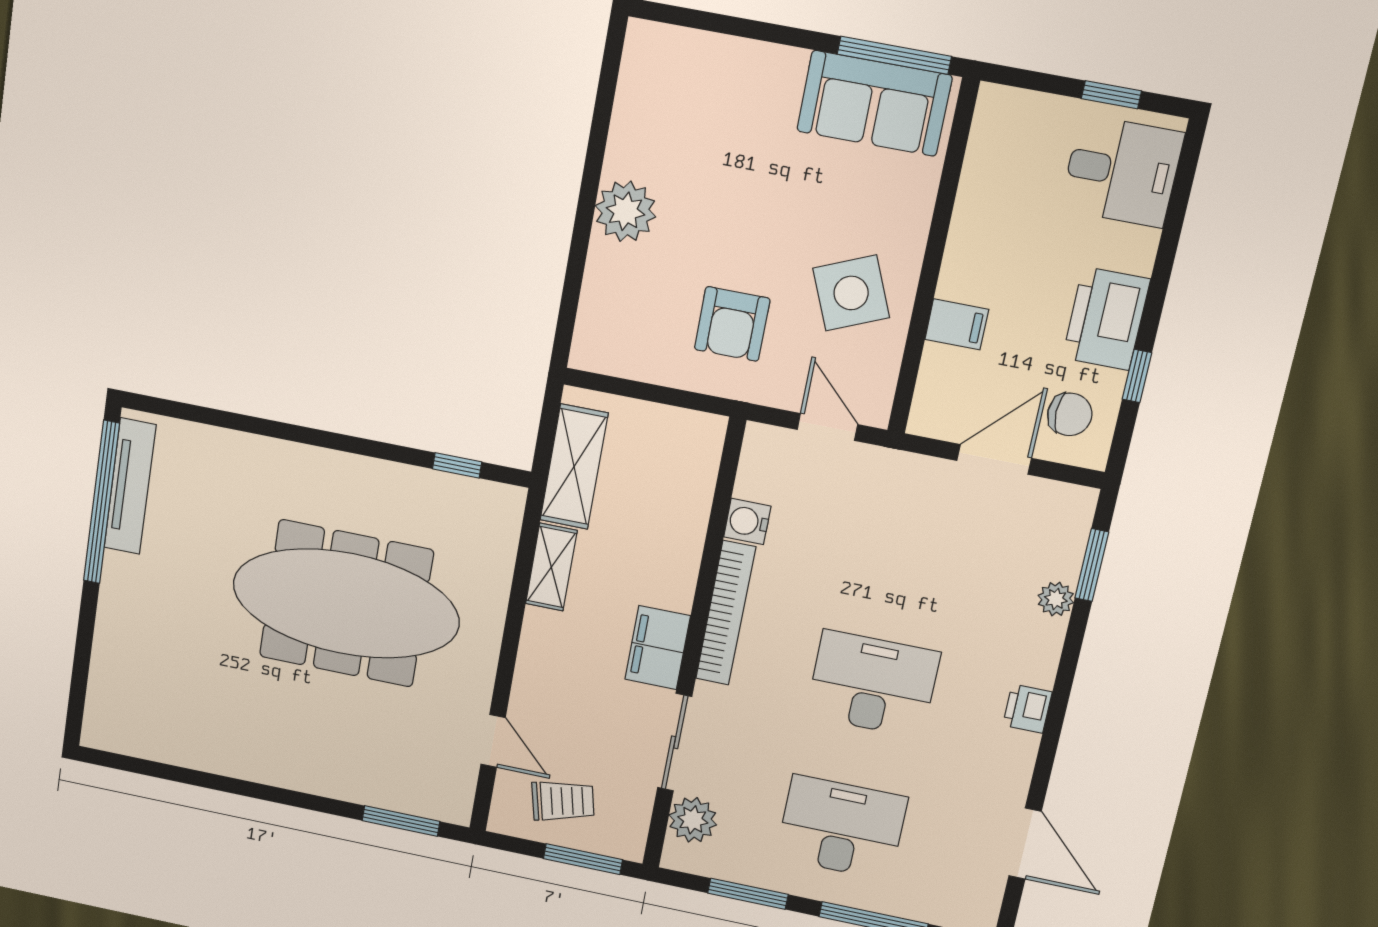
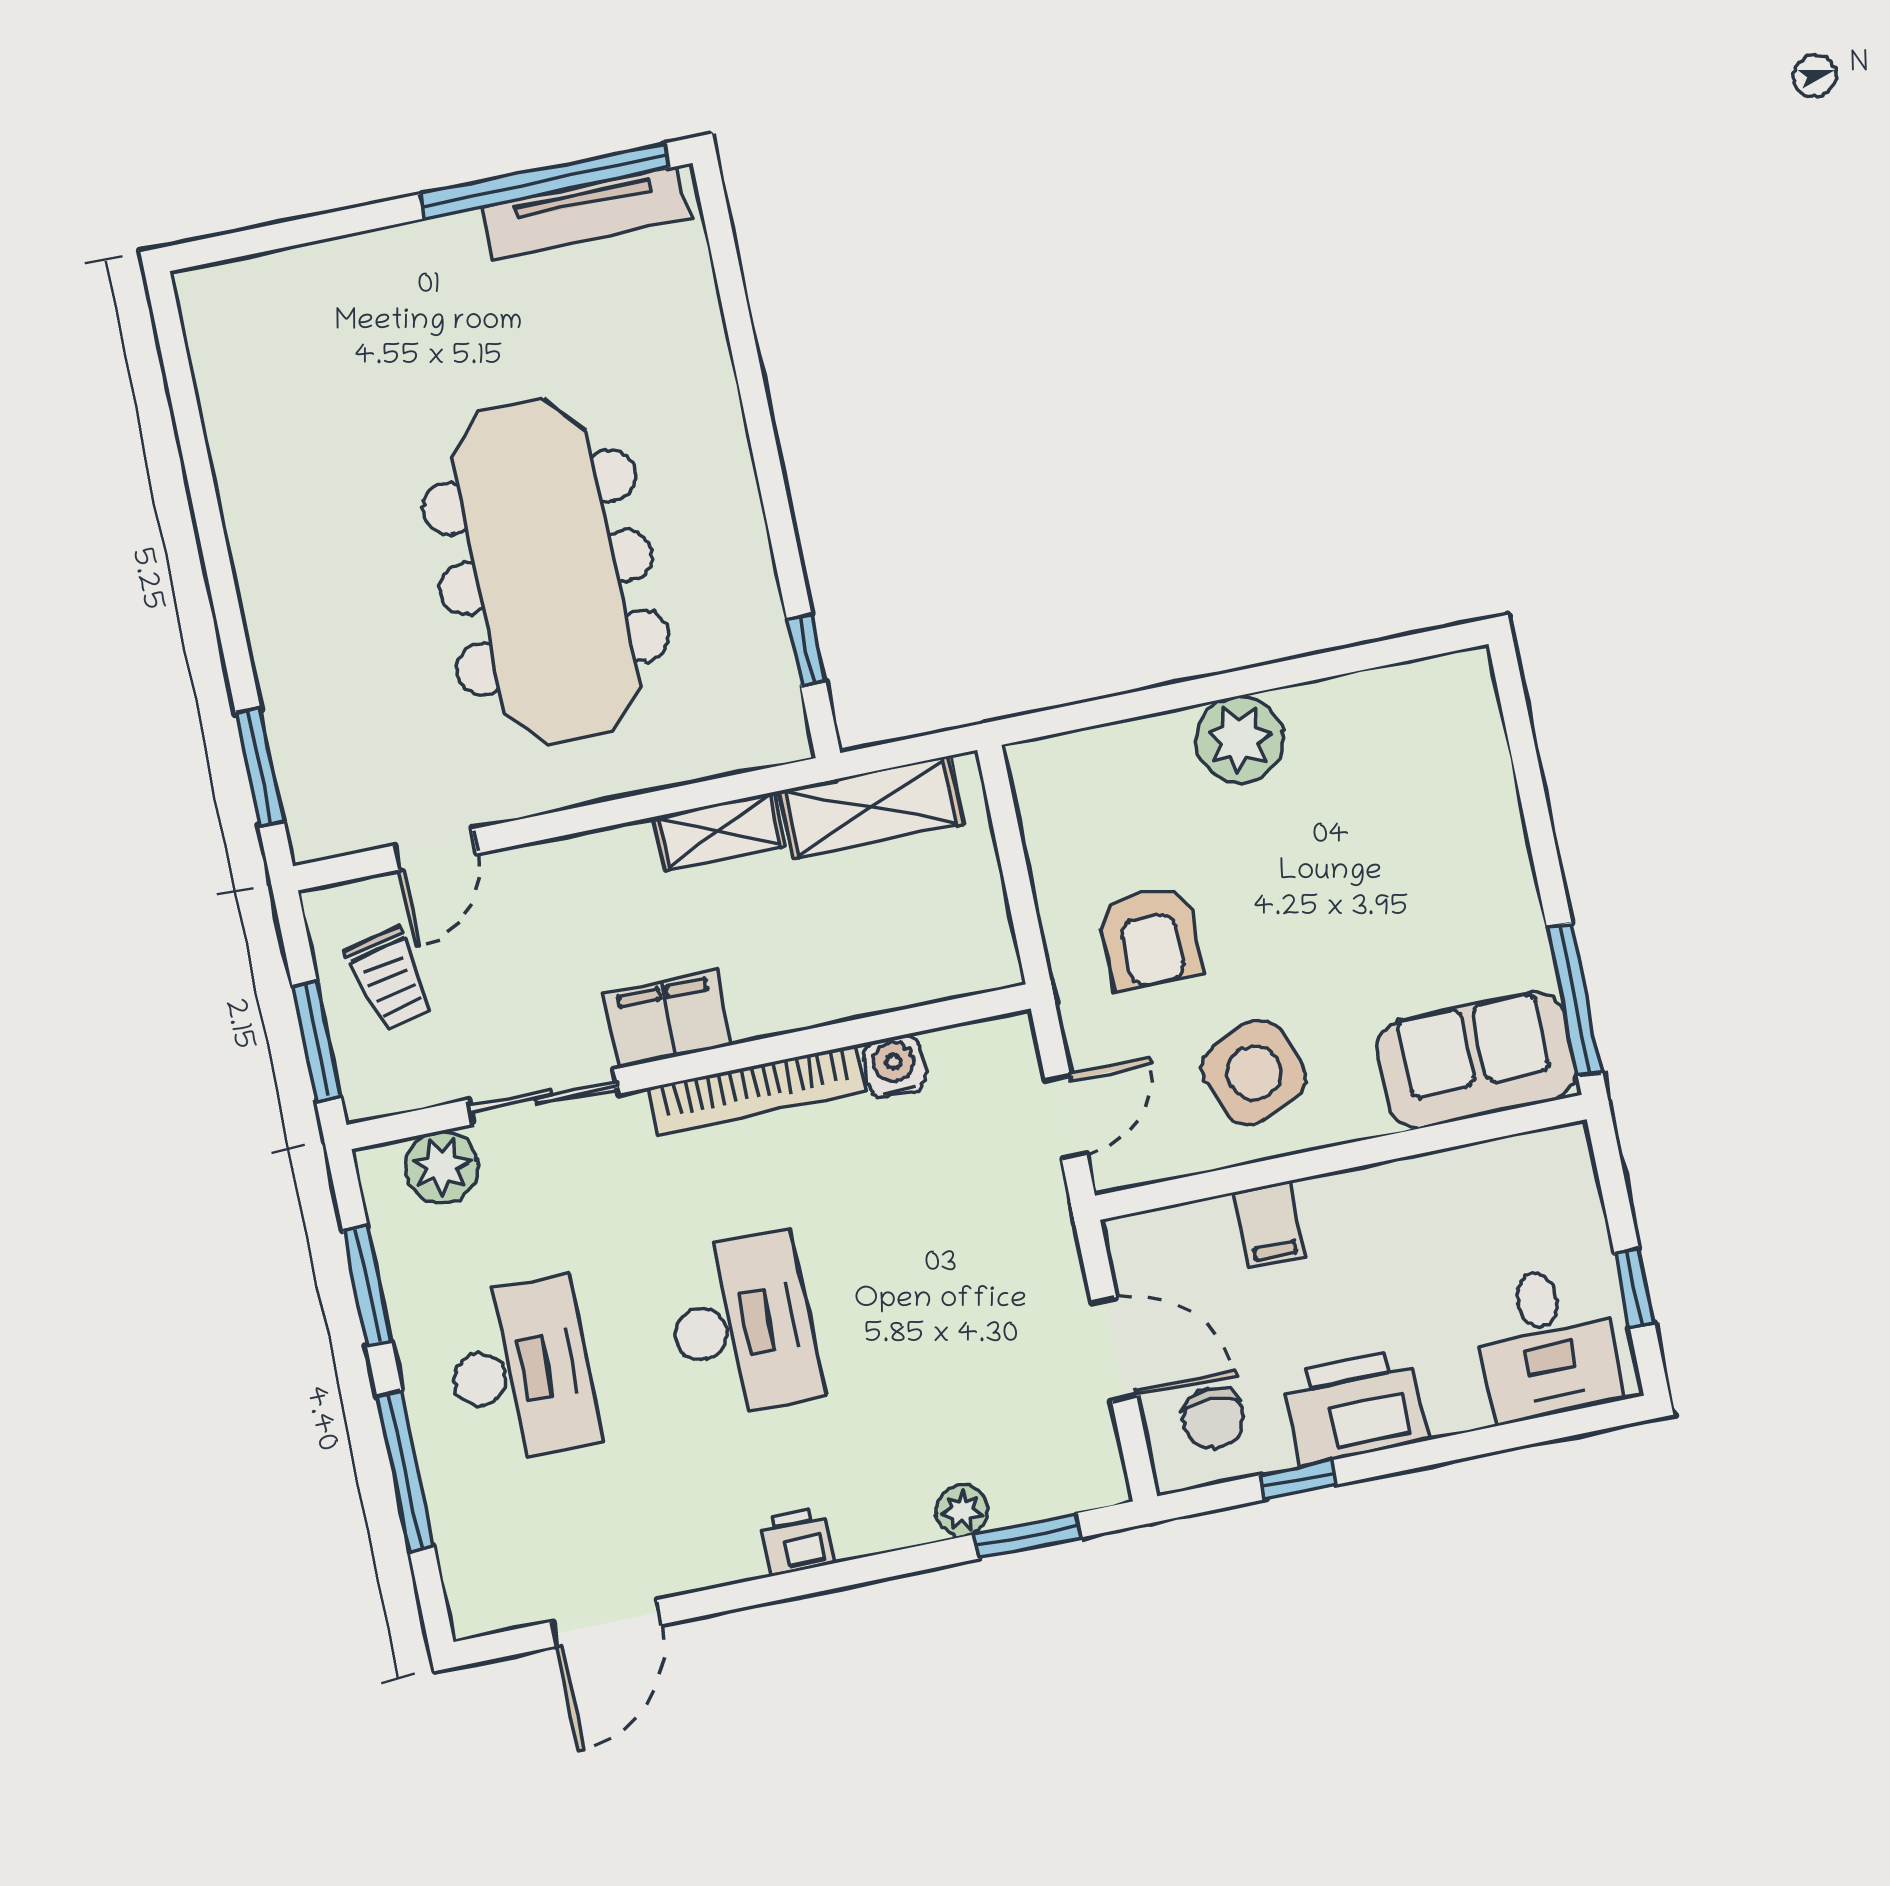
sofa: (874, 103) -> (1476, 1060), moved, turned 90
armchair: (732, 324) -> (1150, 937), turned -90

